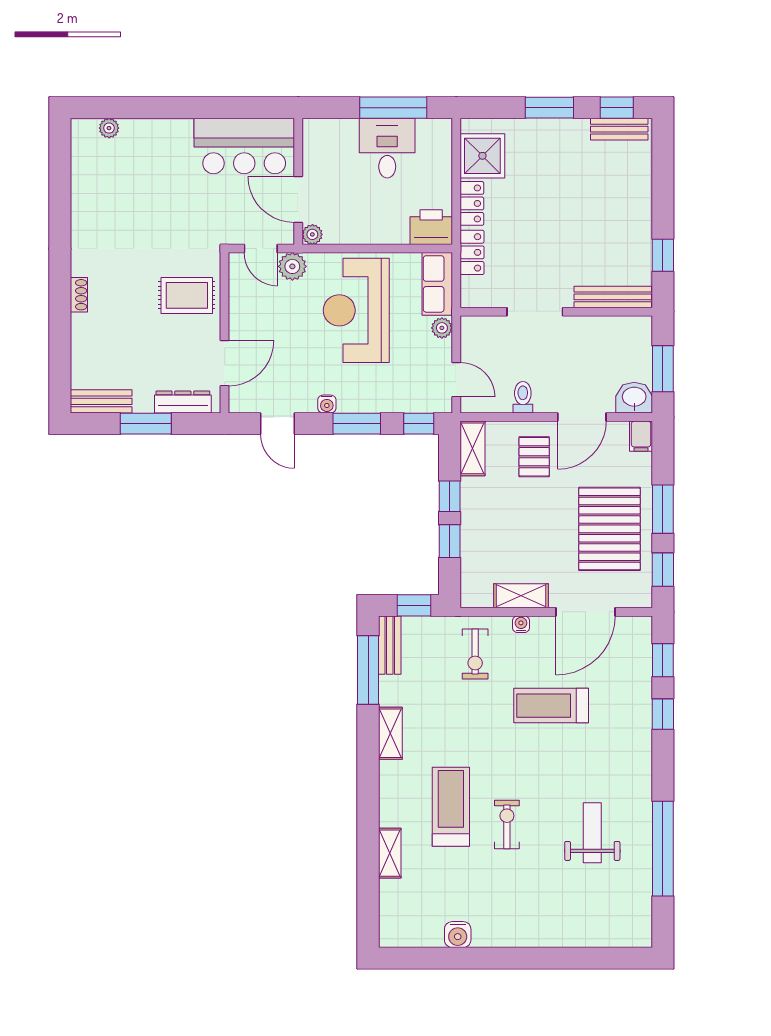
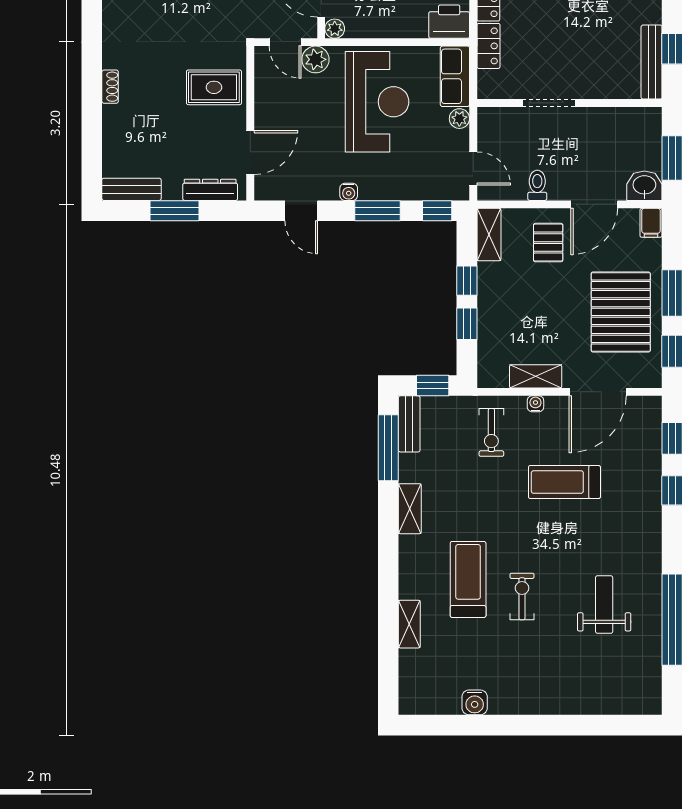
bench: (613, 297) -> (652, 62), moved, turned 90
reception desk: (356, 310) -> (377, 102), turned 180

